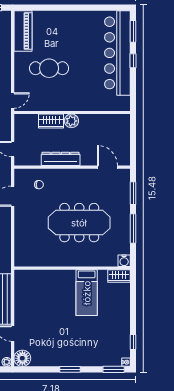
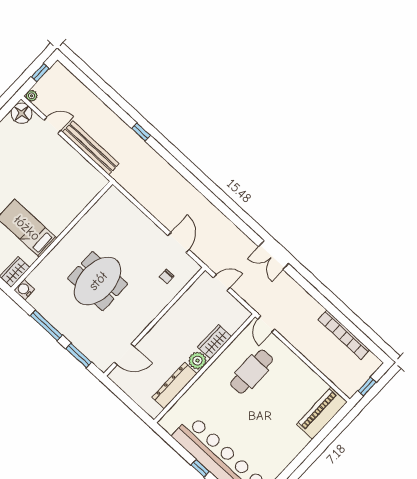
piano: (23, 31) -> (322, 413), moved, turned 90
cafe table: (49, 68) -> (252, 372), moved
dresser: (61, 159) -> (175, 385), moved, turned 180
meeting table: (79, 223) -> (98, 281), width x0.73

